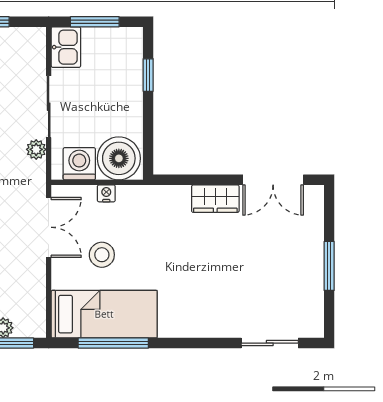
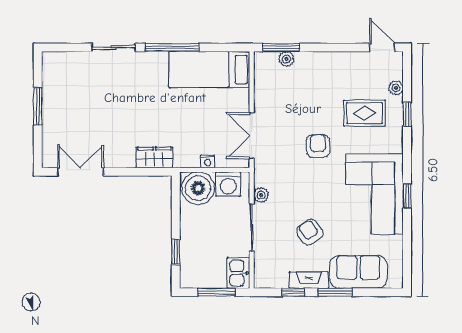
wardrobe: (215, 199) -> (154, 157), moved
stool: (102, 255) -> (211, 115), removed
window: (113, 343) -> (172, 47), moved
sliding door: (270, 343) -> (114, 47), moved

